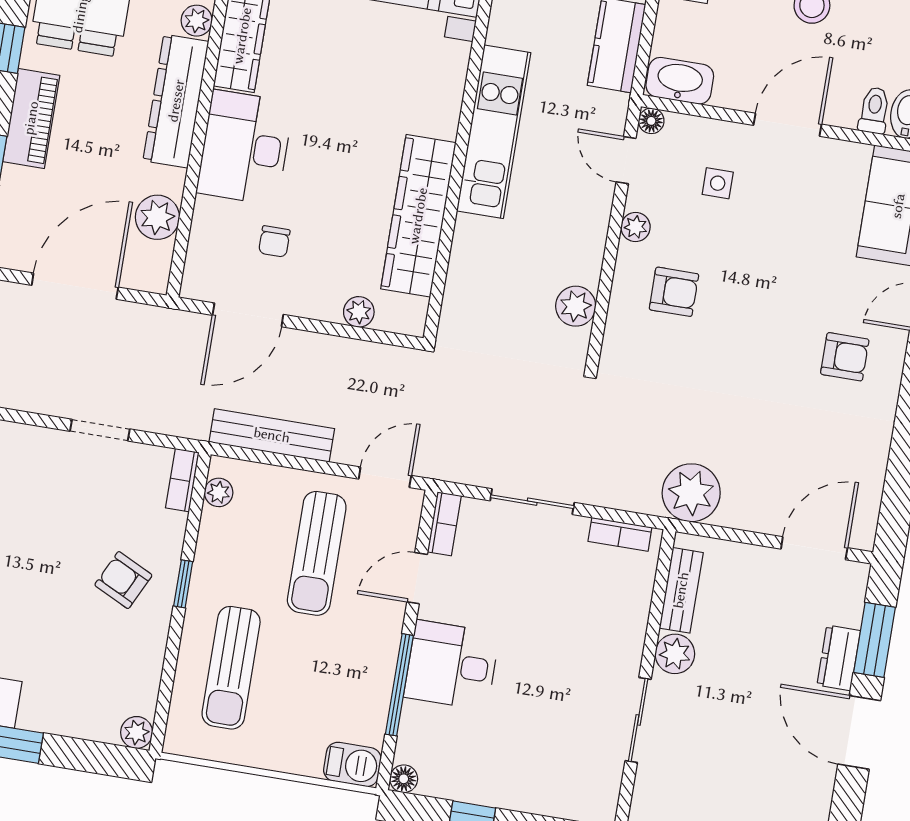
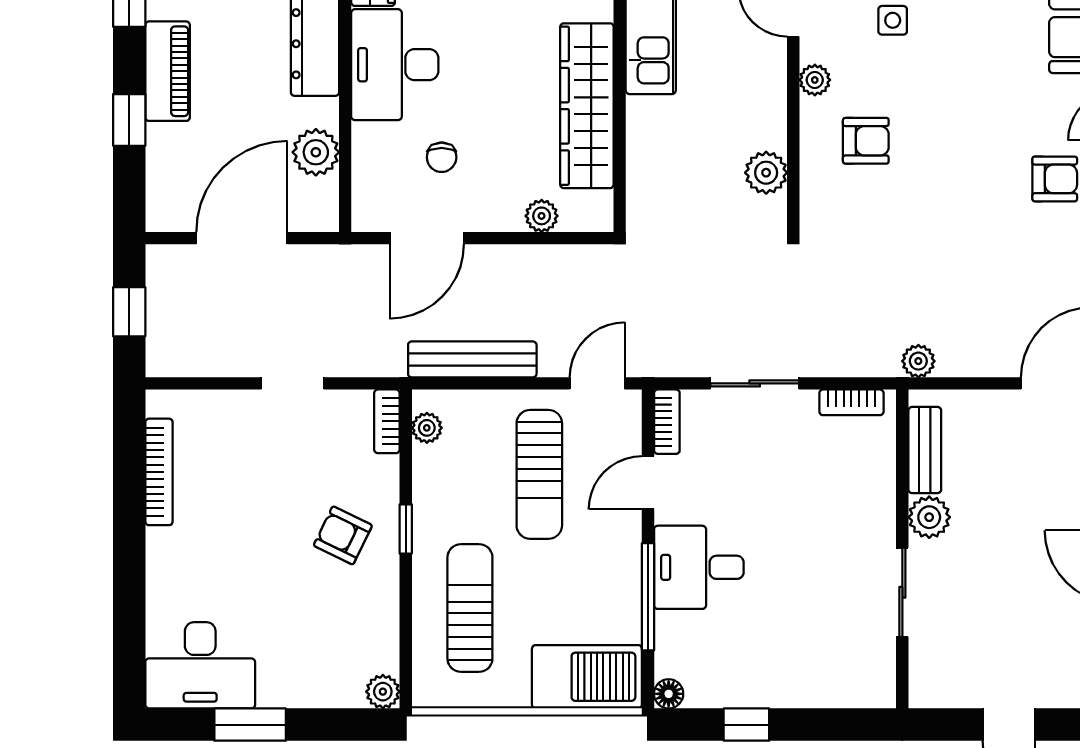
plant: (691, 493) -> (918, 361), width x0.53, depth x0.53
sun lounger: (231, 668) -> (470, 608), turned 180
barbecue: (352, 764) -> (587, 677), width x1.88, depth x1.53

